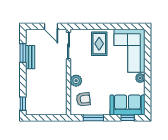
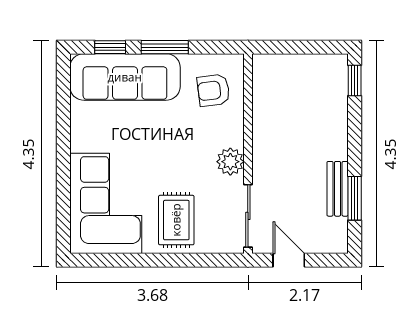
plant: (140, 78) -> (81, 140), removed
plant: (76, 81) -> (230, 162), moved
sofa: (127, 105) -> (125, 77), width x1.36
window: (93, 118) -> (165, 47), moved

